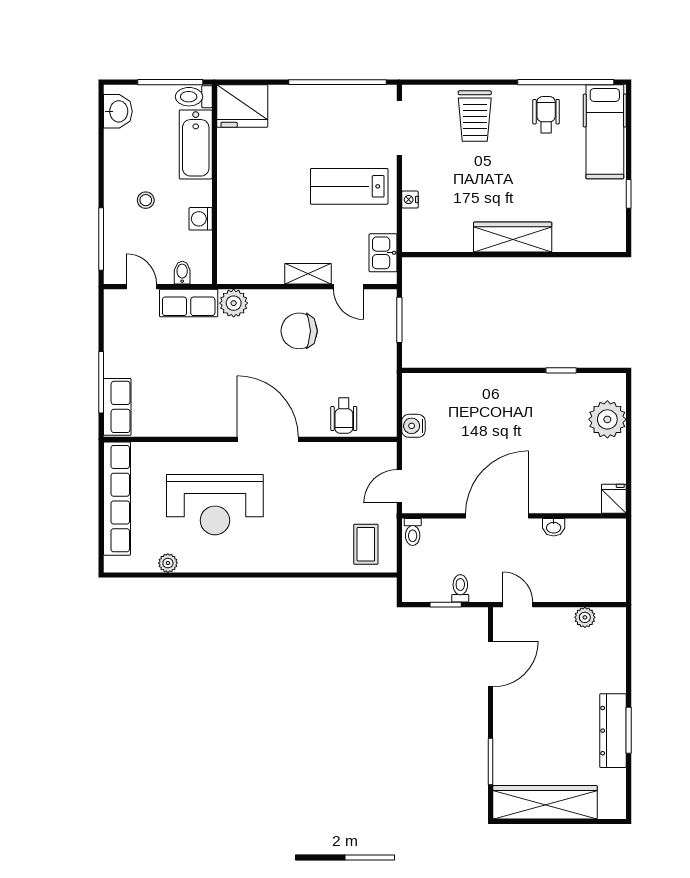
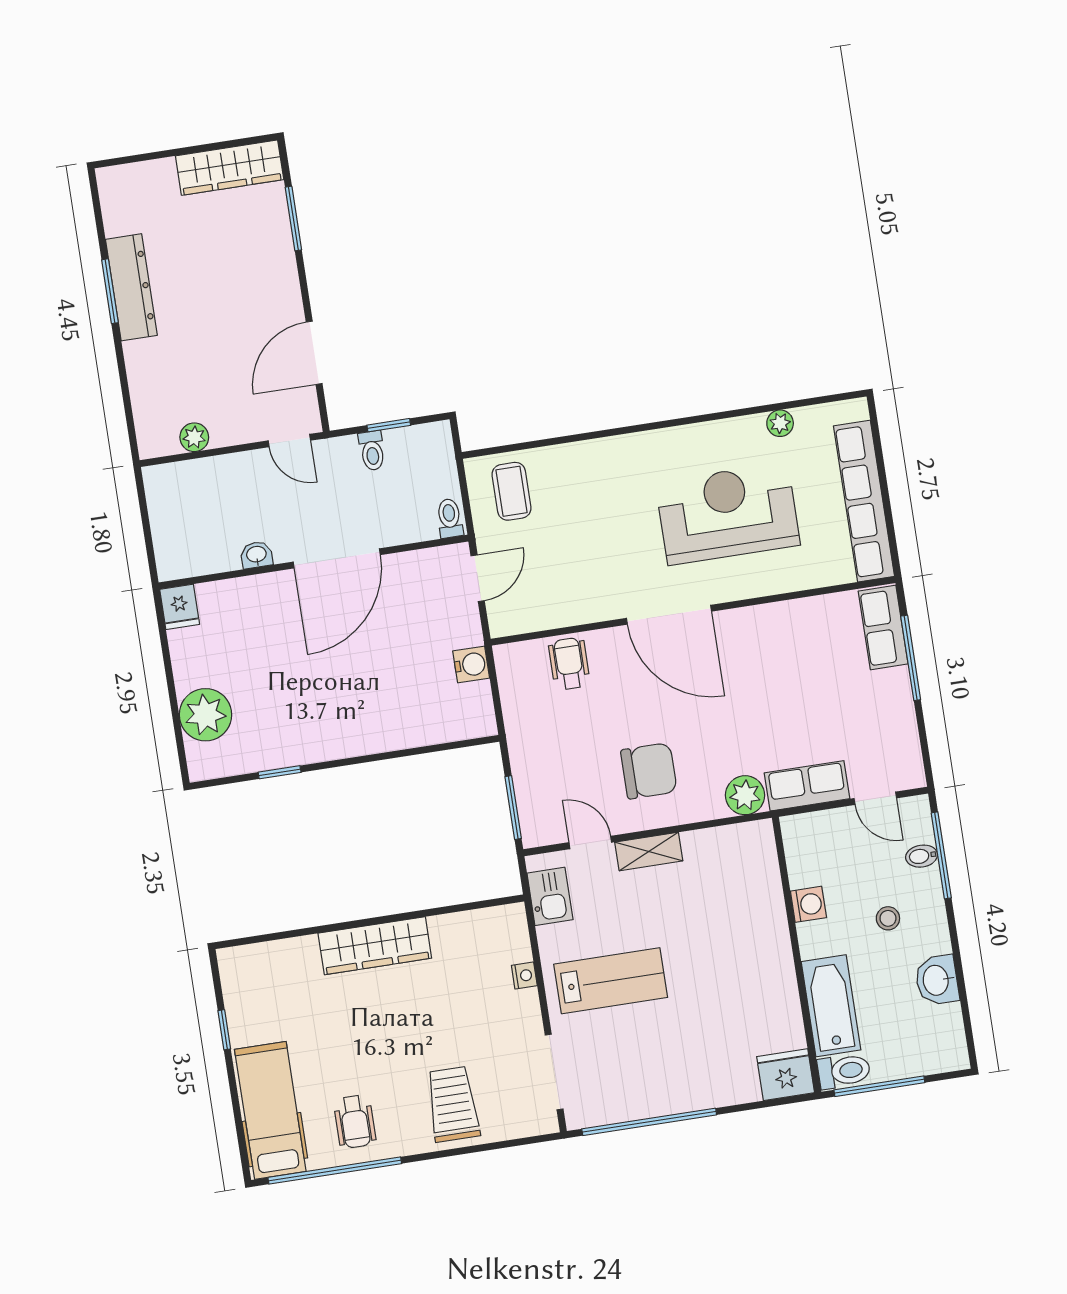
fridge: (242, 106) -> (786, 1075), width x0.73, depth x0.75
washbasin: (118, 111) -> (937, 980), moved
bidet: (182, 273) -> (922, 856), moved, turned 90
wardrobe: (545, 802) -> (230, 168), width x0.71, depth x0.85

